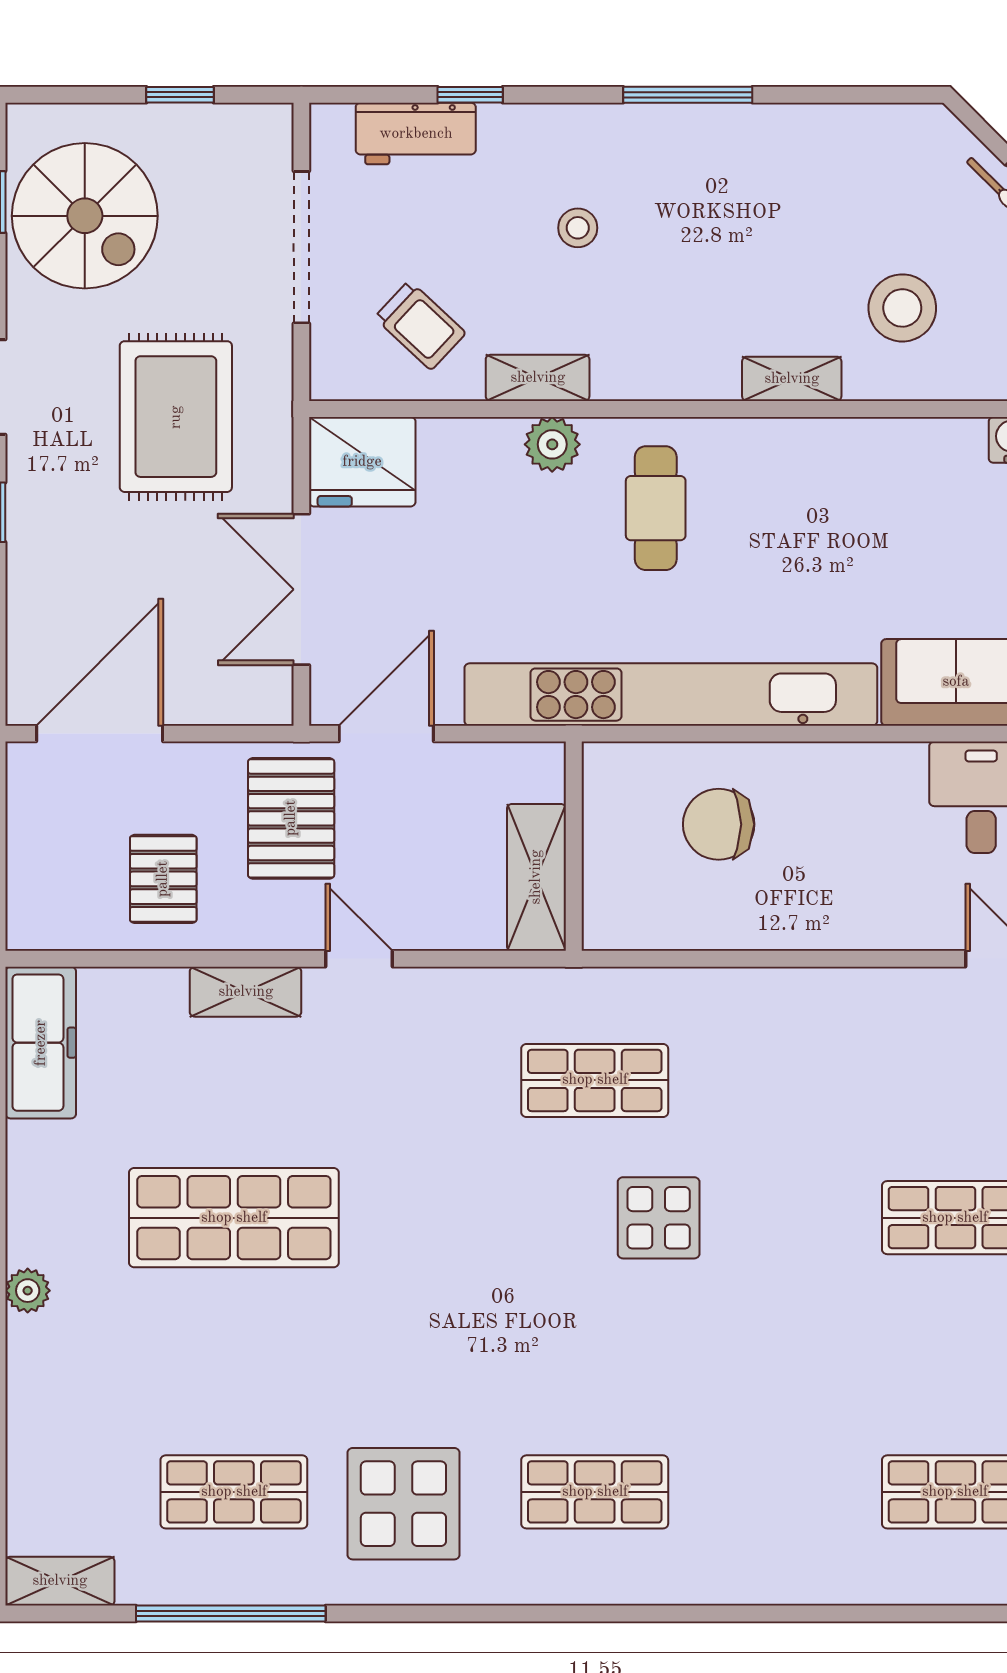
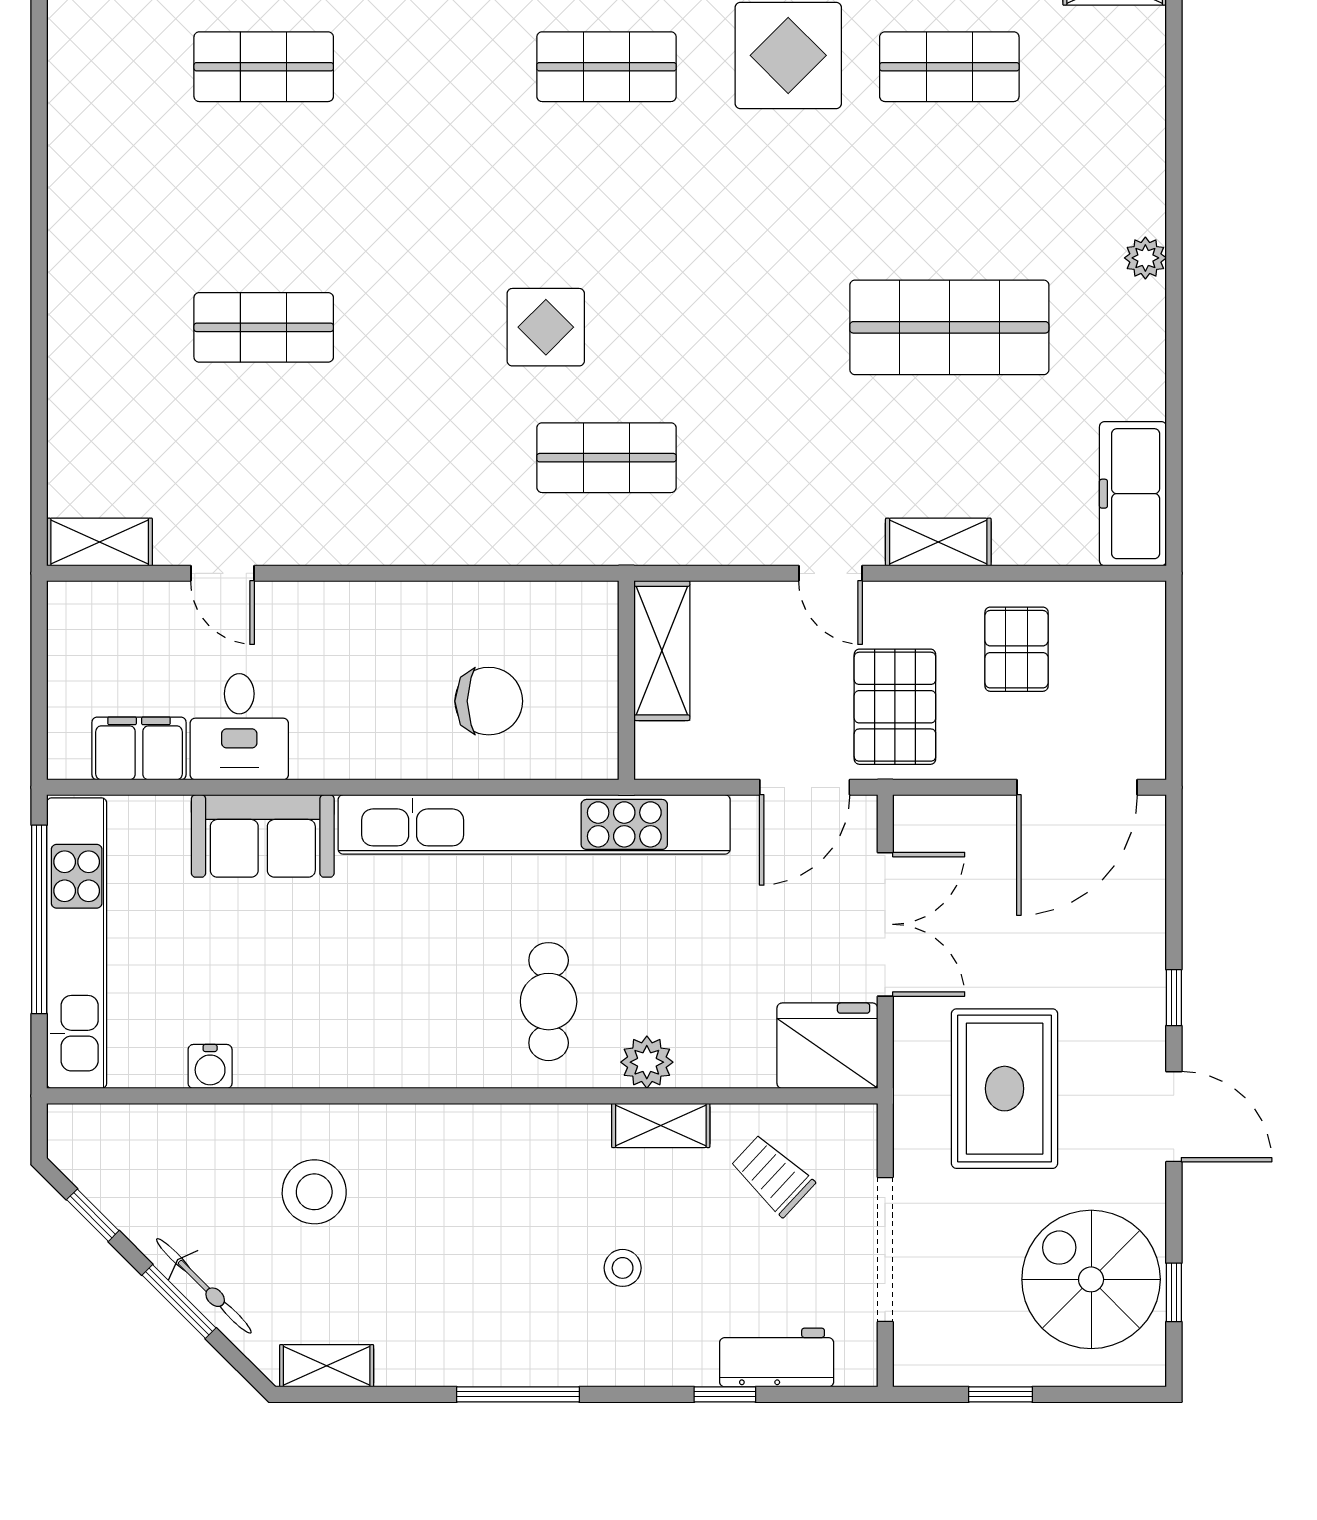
shelving: (792, 379) -> (327, 1366), moved

